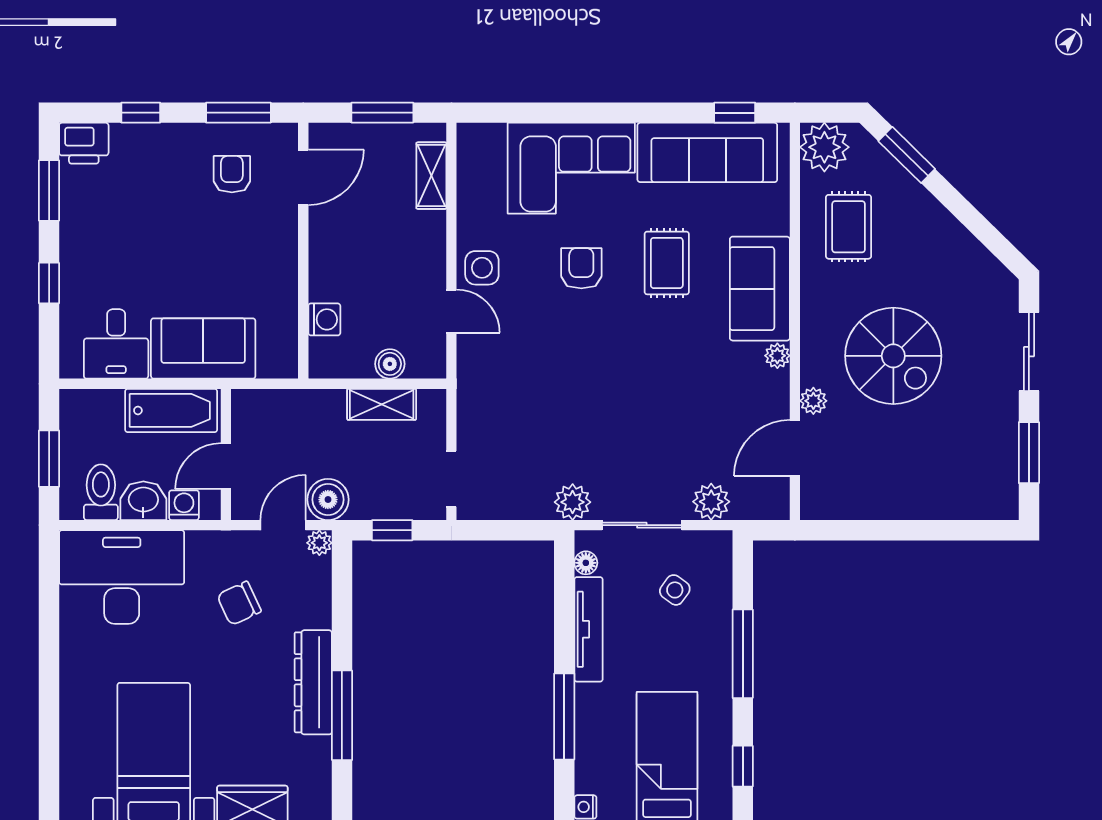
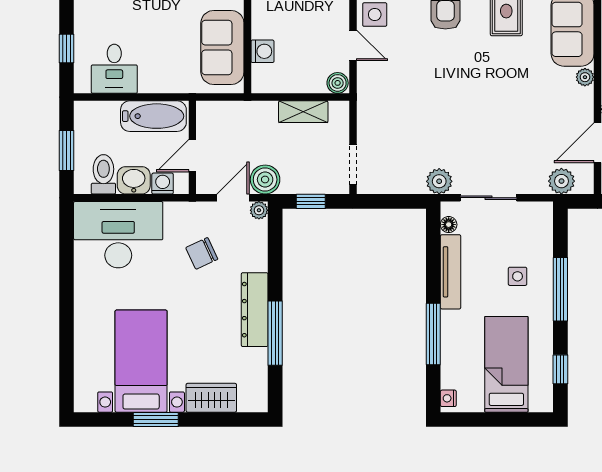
window: (49, 283) -> (67, 48), moved
sofa: (203, 348) -> (222, 47), moved, turned -90
boiler: (390, 364) -> (338, 83), moved
plant: (711, 502) -> (561, 181), moved
side table: (675, 590) -> (518, 276), moved, turned -36

